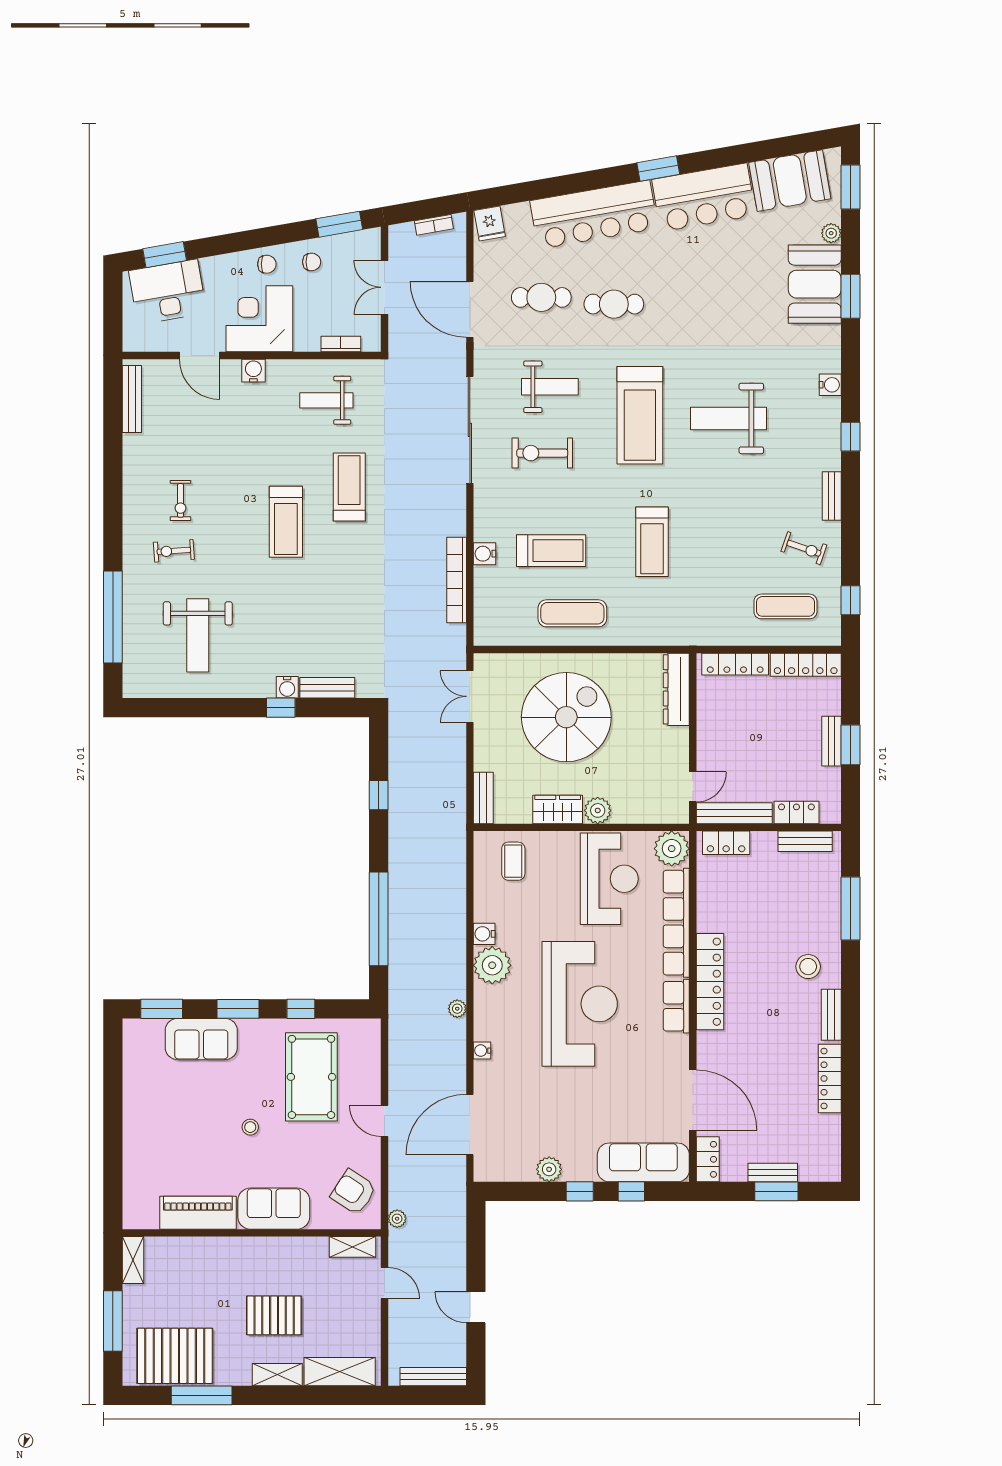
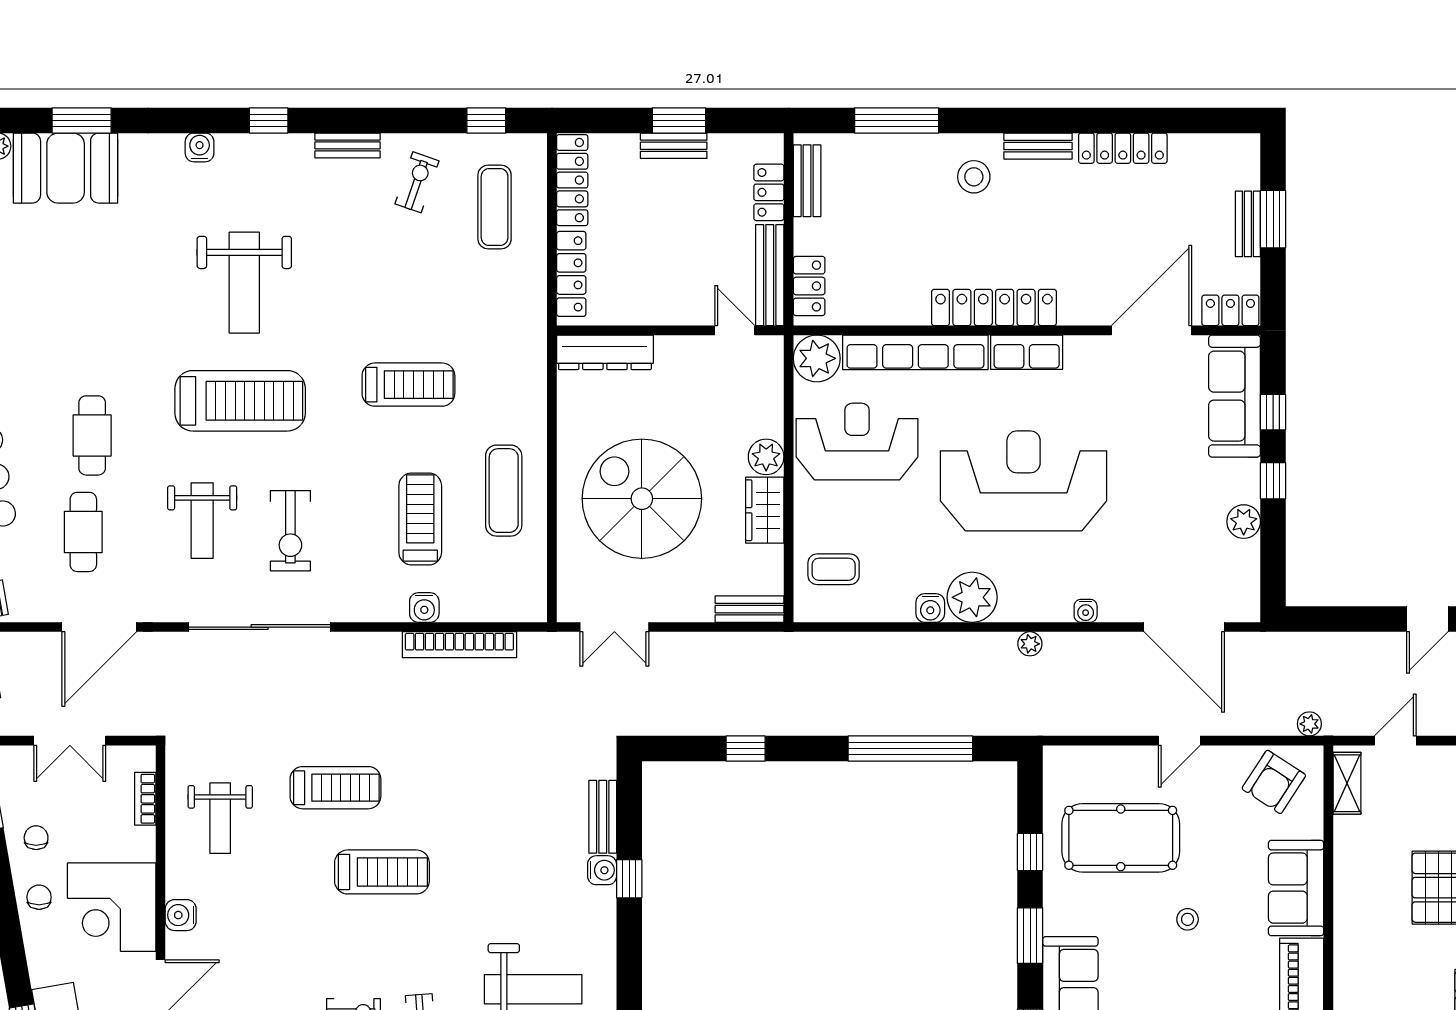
weight bench: (550, 387) -> (202, 521), turned 180
treadmill: (349, 487) -> (335, 788), turned 180

